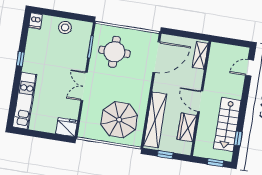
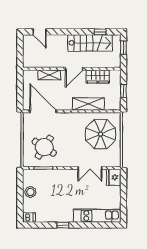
round table: (114, 52) -> (44, 147), turned 33
shelving: (200, 55) -> (49, 75), moved
double door: (84, 86) -> (90, 168), moved
shelving: (155, 120) -> (88, 104), width x0.68

